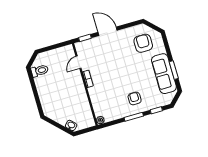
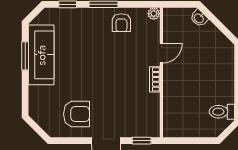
armchair: (143, 43) -> (76, 114), moved, turned -90
door: (78, 62) -> (161, 53), moved
armchair: (135, 98) -> (121, 23), moved

